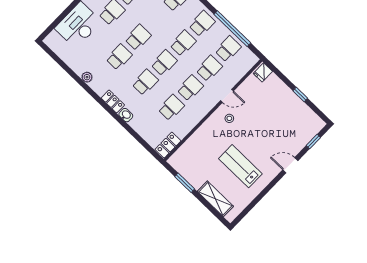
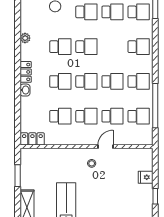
fridge: (263, 72) -> (146, 177), moved
door: (227, 96) -> (106, 147), swing flipped

